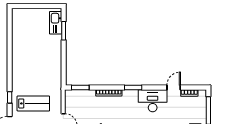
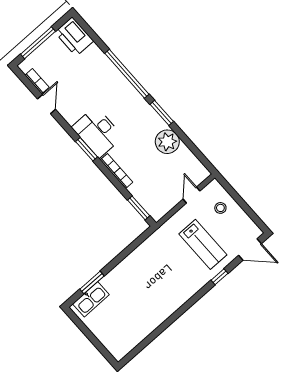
door: (174, 87) -> (46, 104), swing flipped
desk: (153, 101) -> (98, 132), moved
lab bench: (33, 103) -> (203, 244), turned 180

